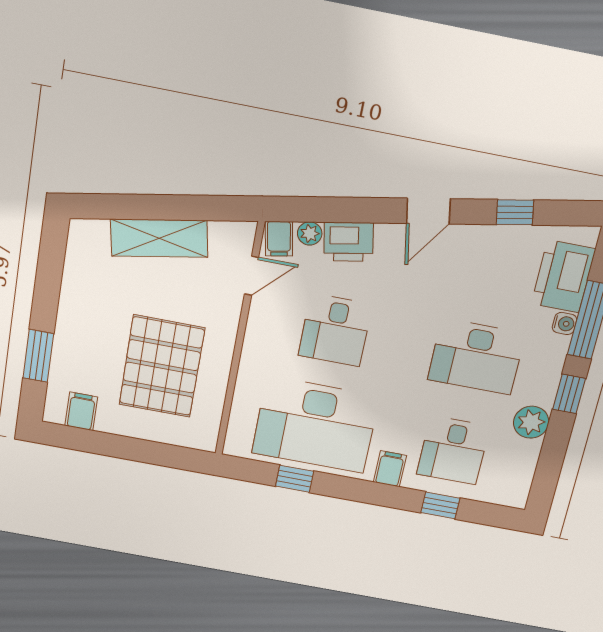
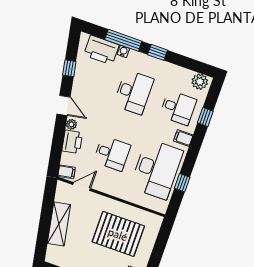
plant: (310, 233) -> (71, 124), moved
door: (252, 276) -> (82, 187), hinge flipped
plant: (531, 422) -> (200, 82), moved

